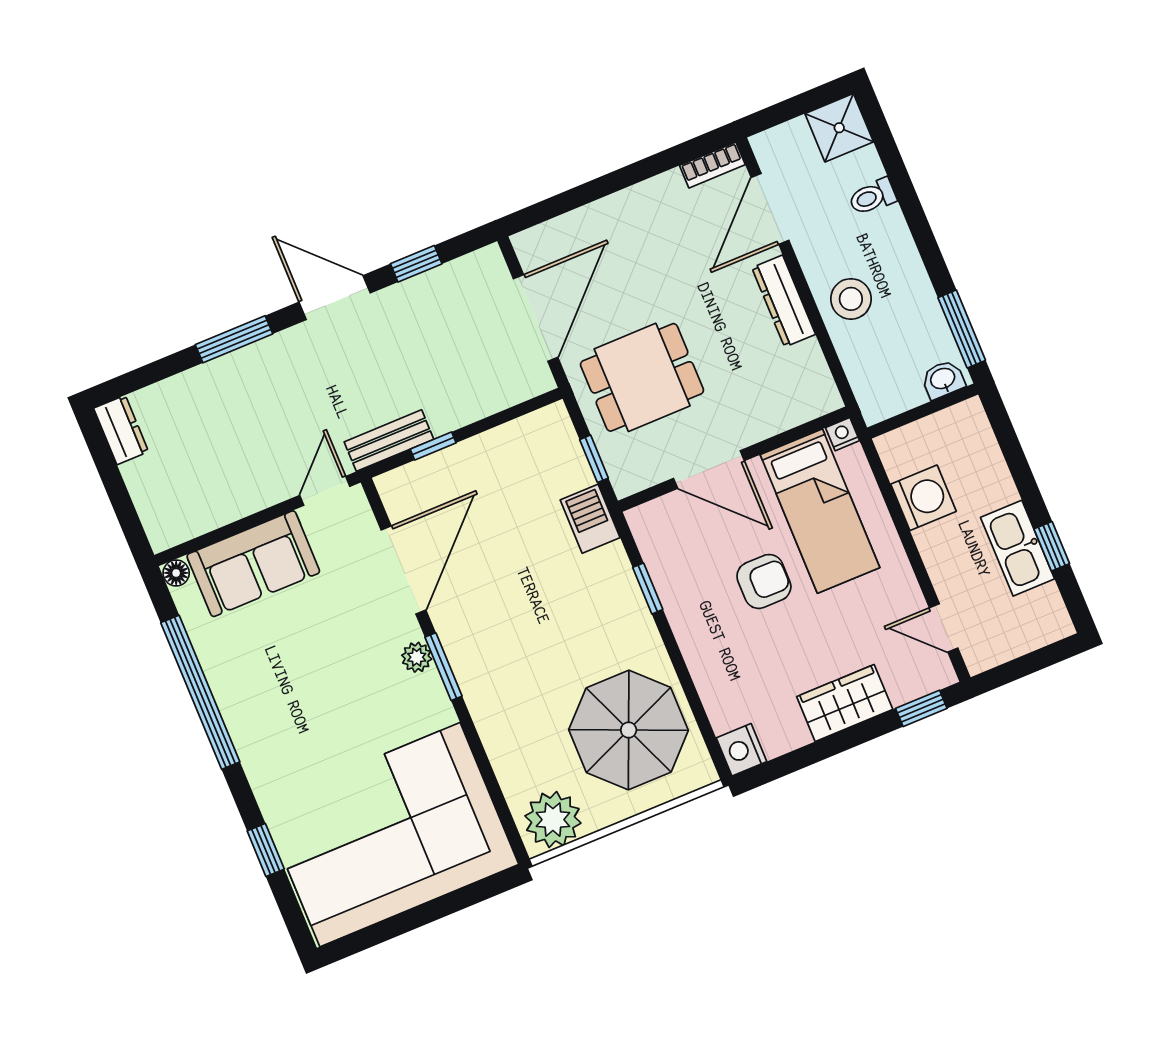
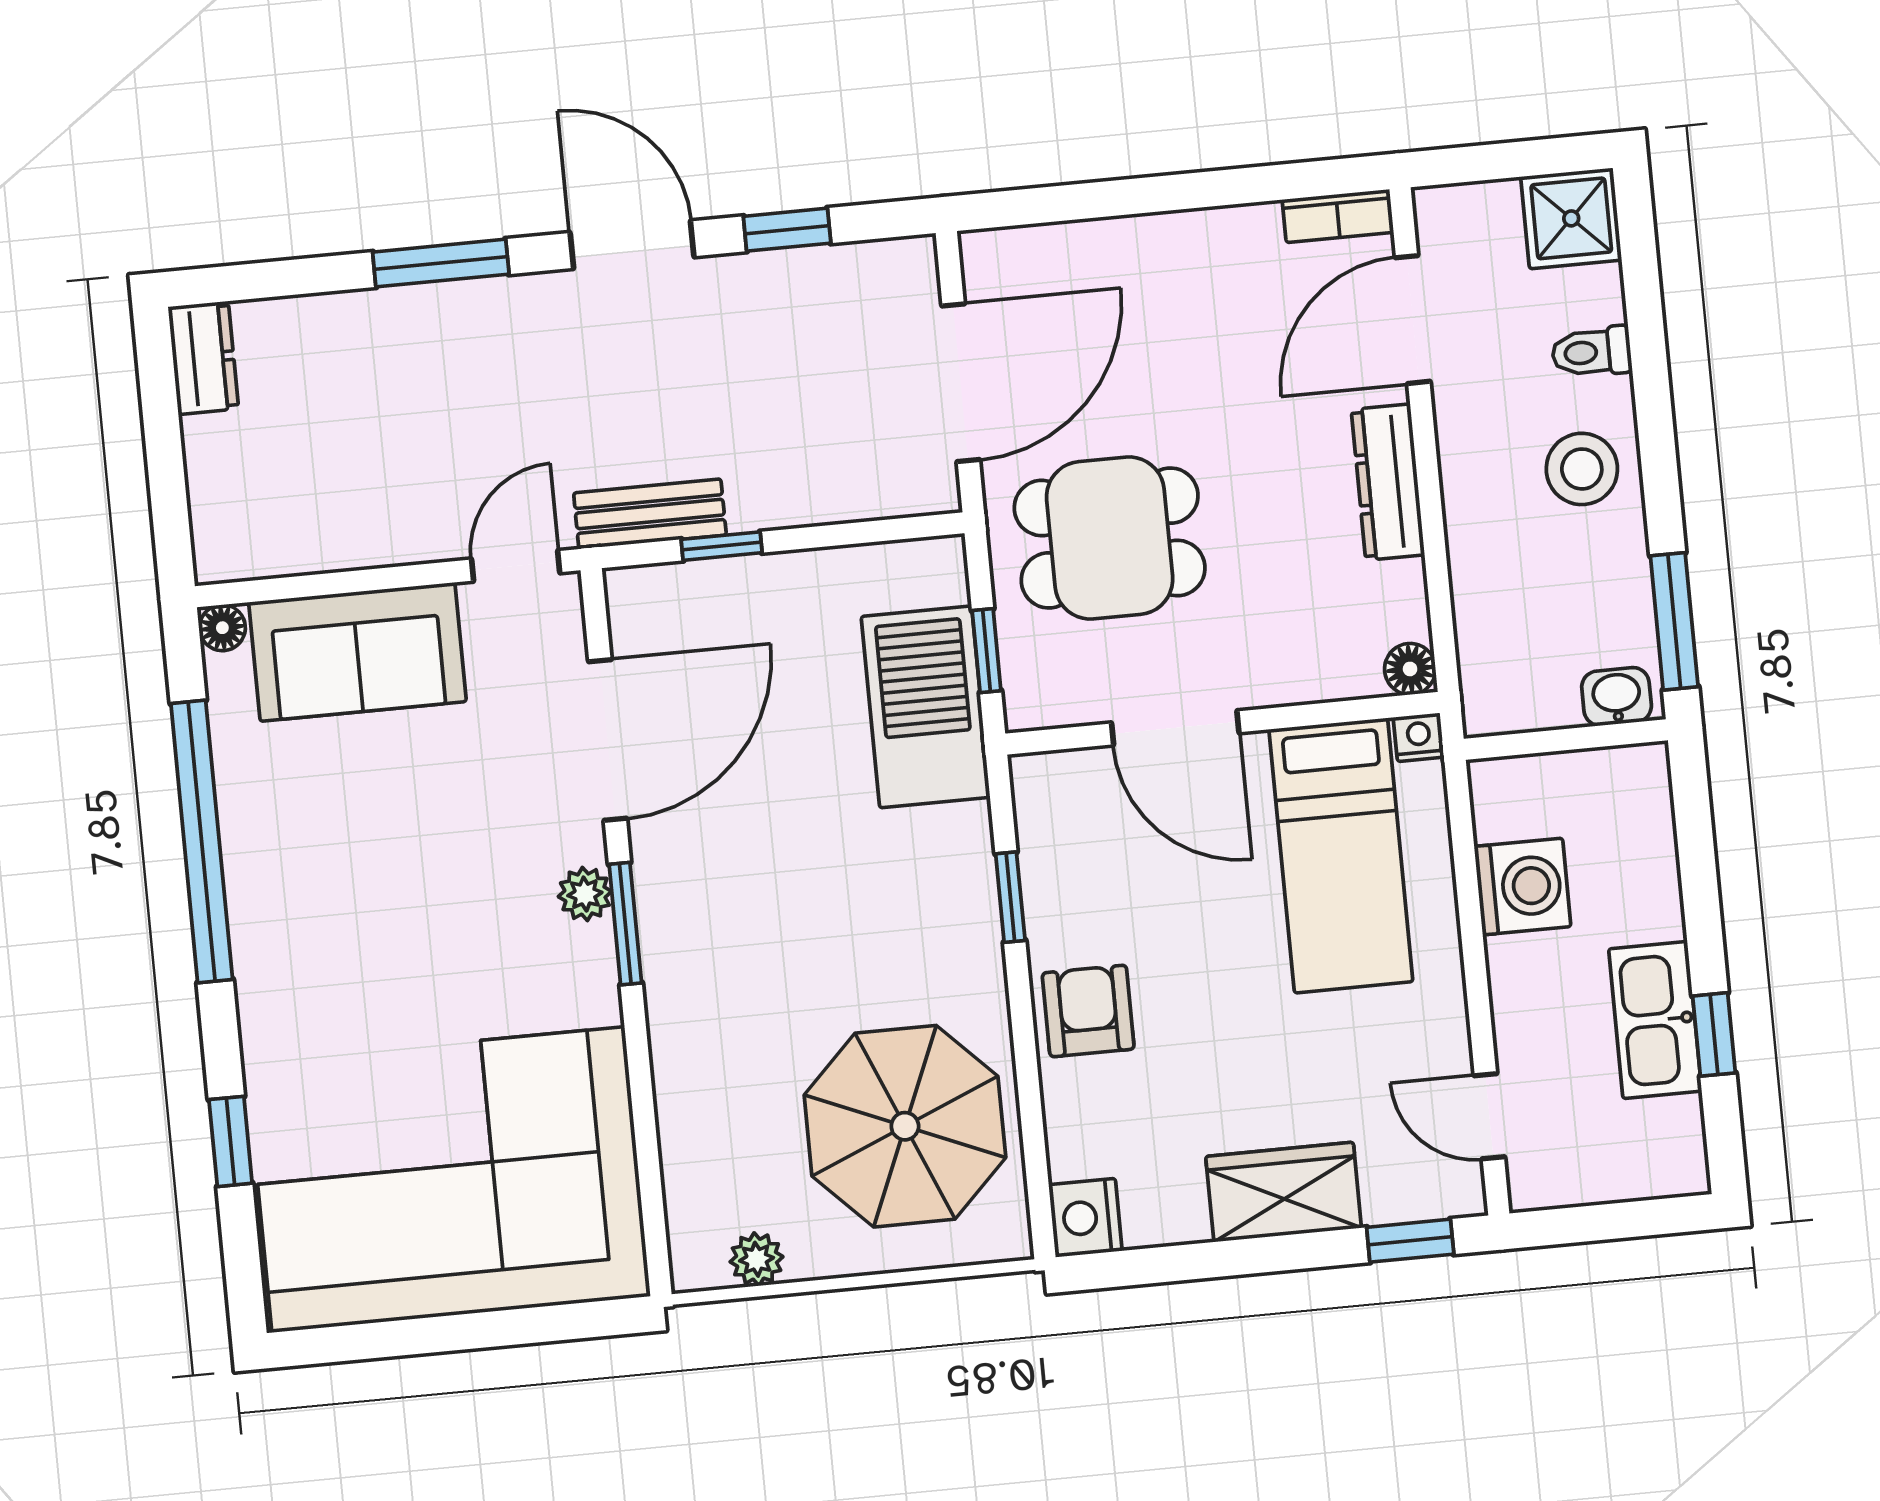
stool: (851, 299) -> (1582, 469), moved
floor lamp: (827, 399) -> (1410, 669), added
barbecue: (590, 519) -> (926, 707), width x1.88, depth x1.53
armchair: (764, 581) -> (1088, 1011), moved, turned -90
plant: (553, 820) -> (757, 1259), width x0.53, depth x0.53

